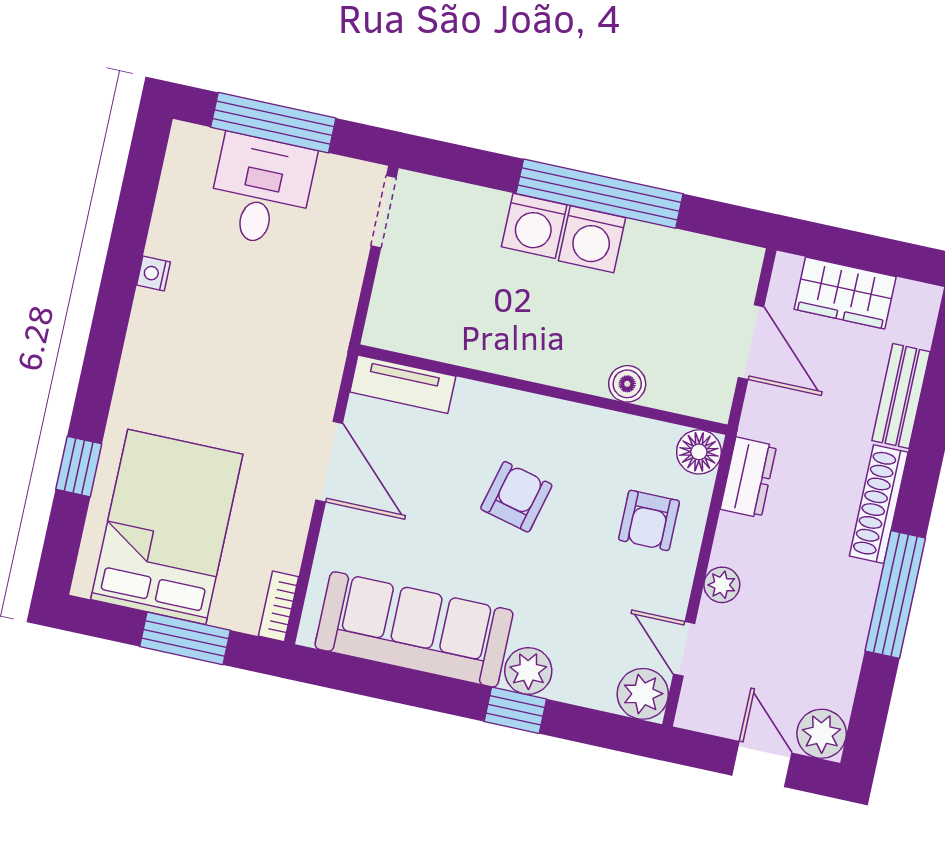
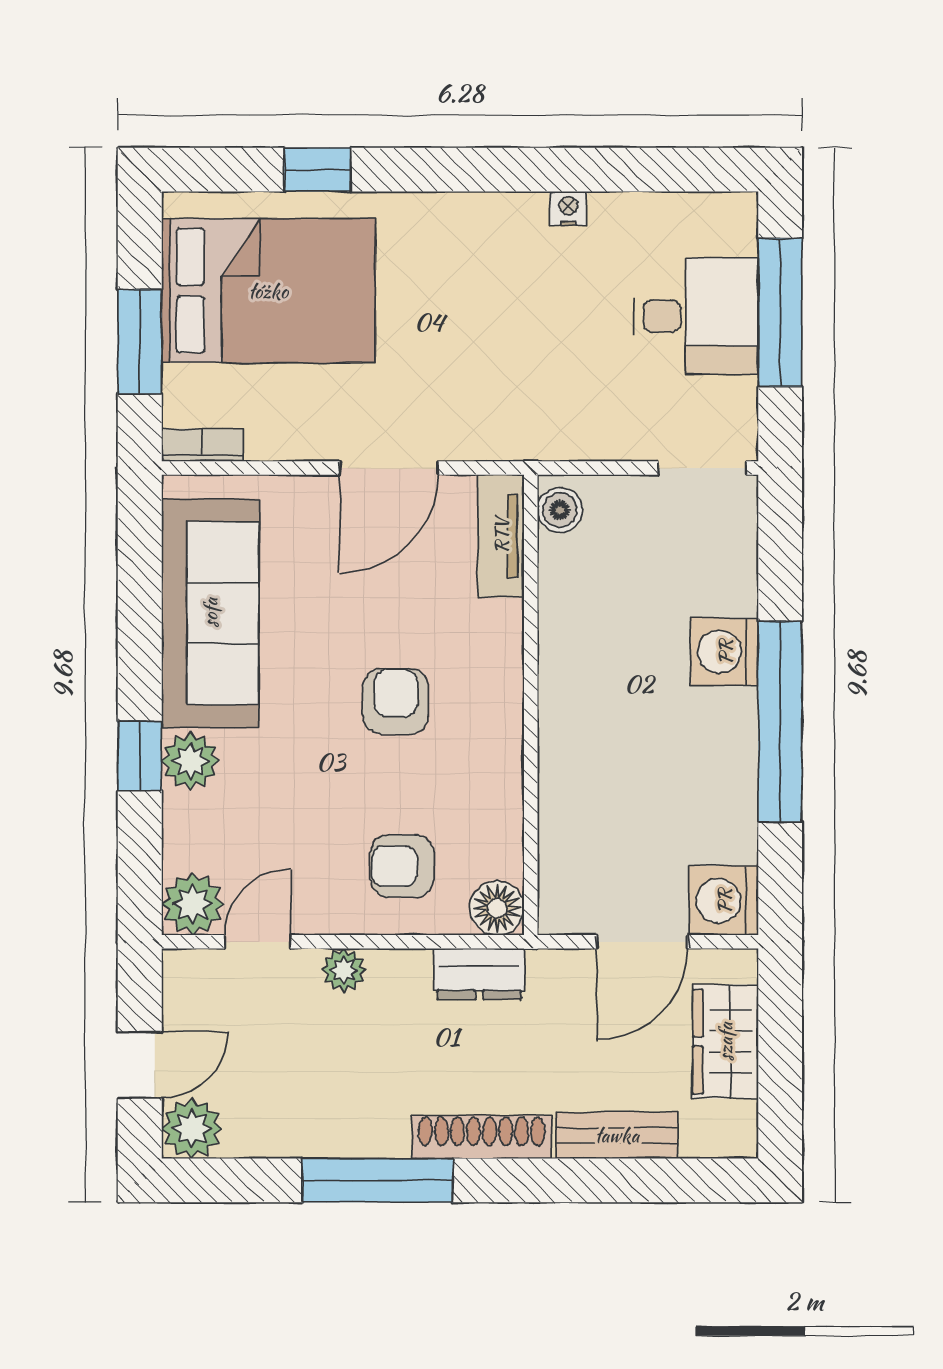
washing machine: (592, 239) -> (724, 901), moved
boiler: (627, 384) -> (560, 510), moved
armchair: (516, 497) -> (396, 701), turned -104

